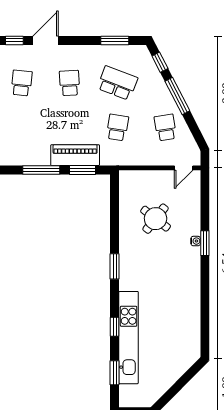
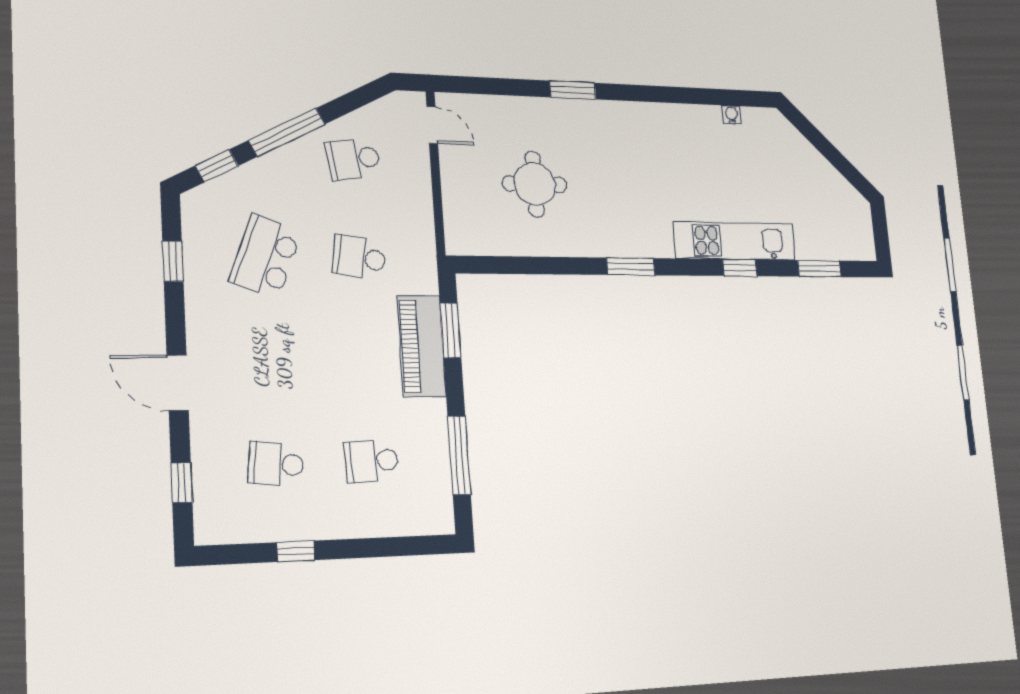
door: (45, 40) -> (178, 383), moved
window: (115, 40) -> (173, 261), width x0.67
school desk: (70, 83) -> (371, 461), moved
window: (41, 170) -> (459, 455), moved
round table: (156, 219) -> (535, 184), turned -38
water cooler: (196, 241) -> (732, 115), moved
kitchen unit: (129, 338) -> (734, 241), width x0.73

